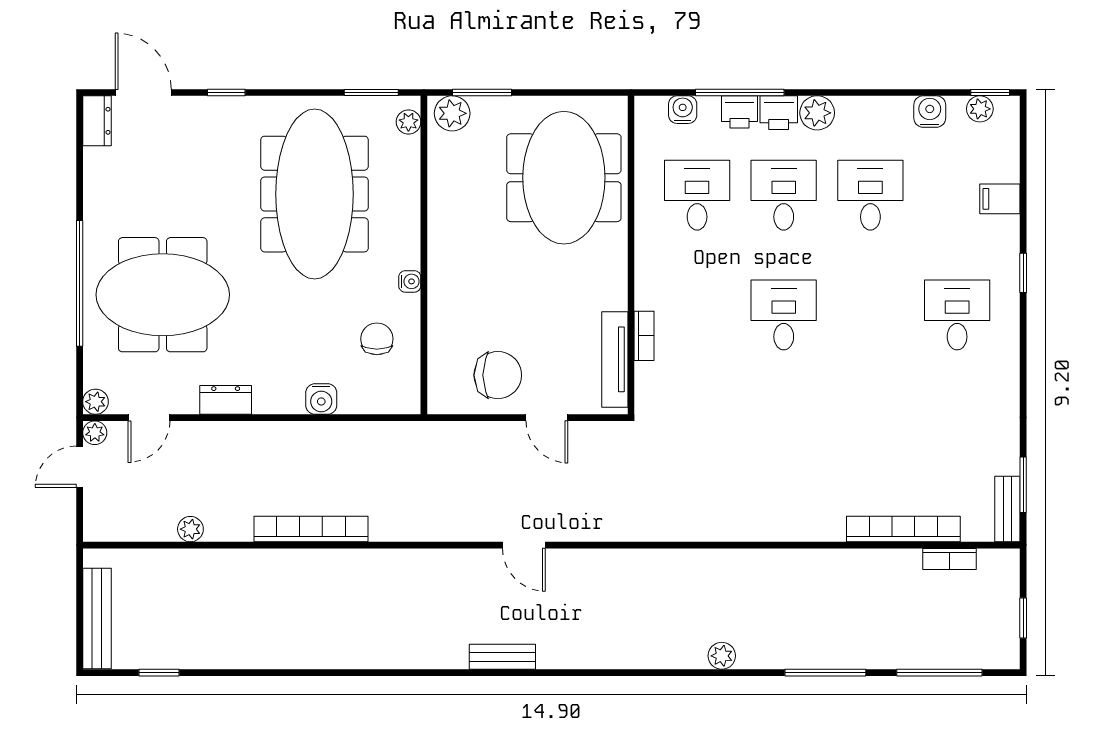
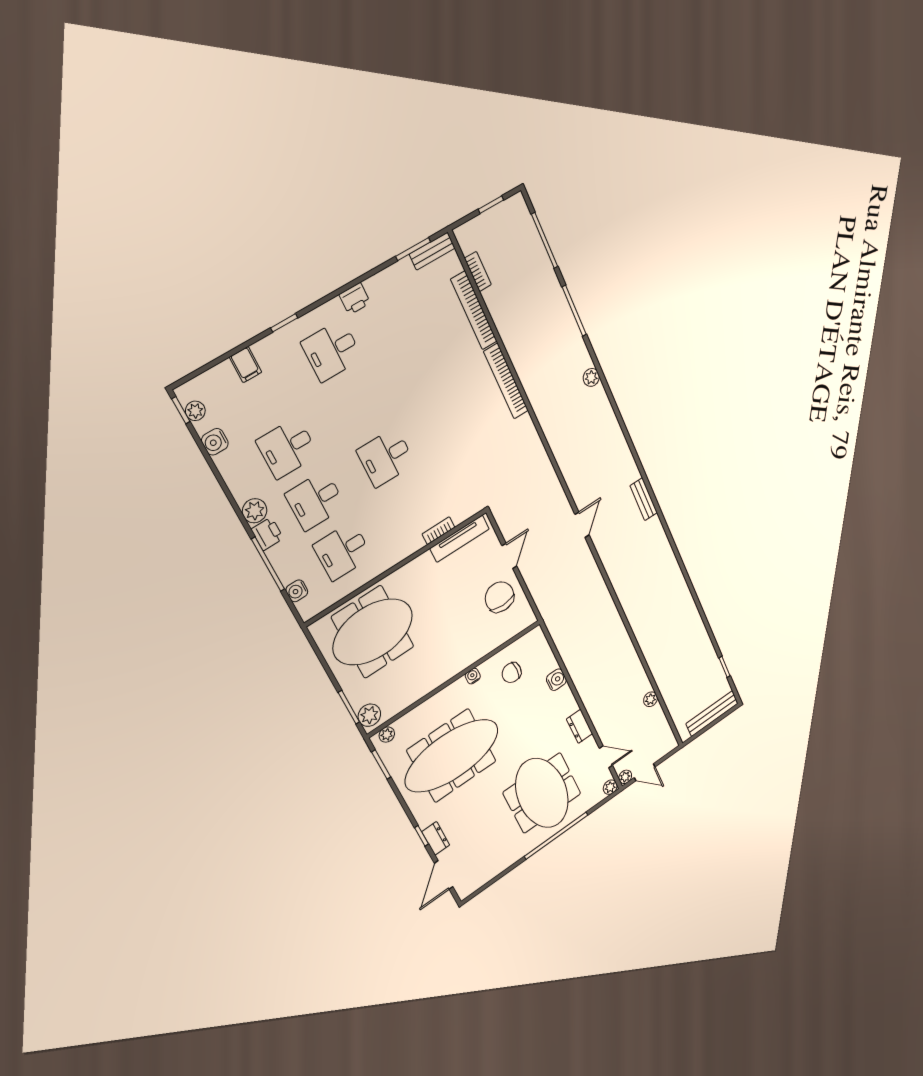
printer: (740, 112) -> (355, 299), moved, turned 90
dresser: (97, 121) -> (436, 838), moved, turned 90
bookcase: (311, 529) -> (506, 381), moved

